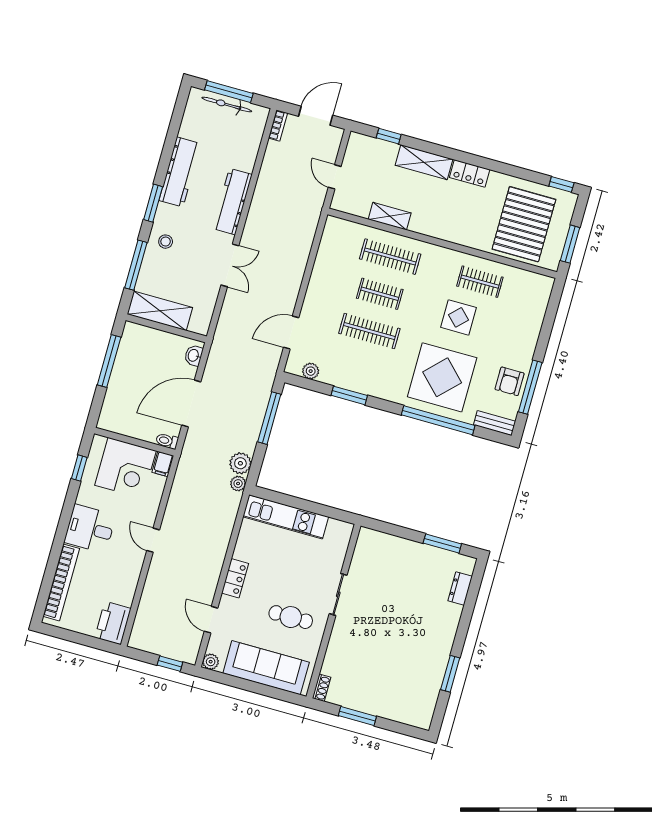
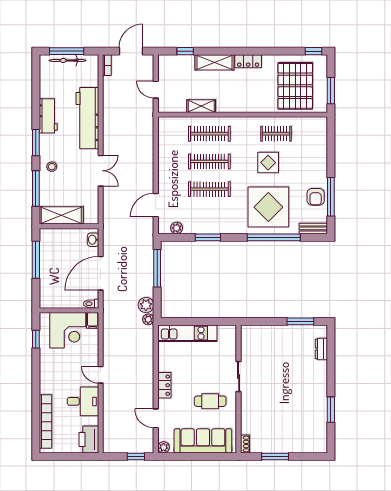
workbench: (180, 172) -> (48, 116), width x0.73
workbench: (232, 202) -> (87, 118), width x1.36, depth x1.32
clothes rail: (380, 294) -> (209, 161), width x1.36
desk: (90, 529) -> (83, 401), moved, turned 180

